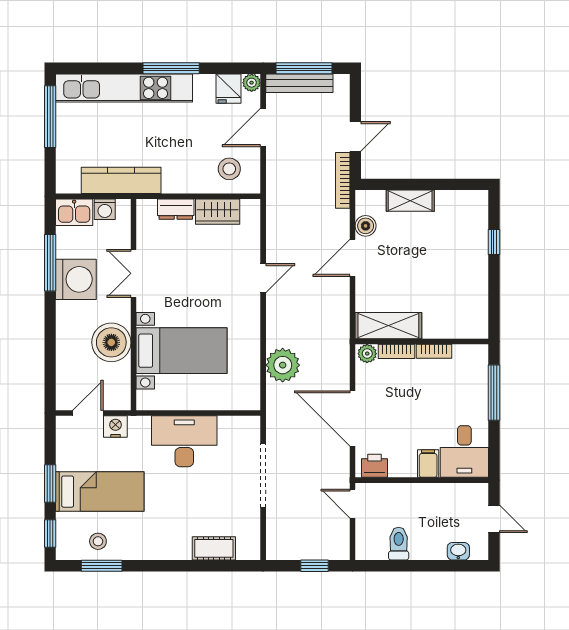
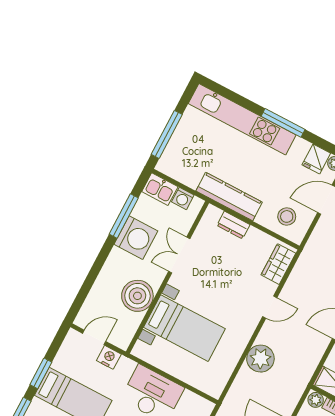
window: (50, 117) -> (167, 134), moved
kitchen counter: (121, 180) -> (229, 197), moved
wardrobe: (218, 212) -> (278, 264), moved, turned 90
plant: (283, 365) -> (260, 359), moved

